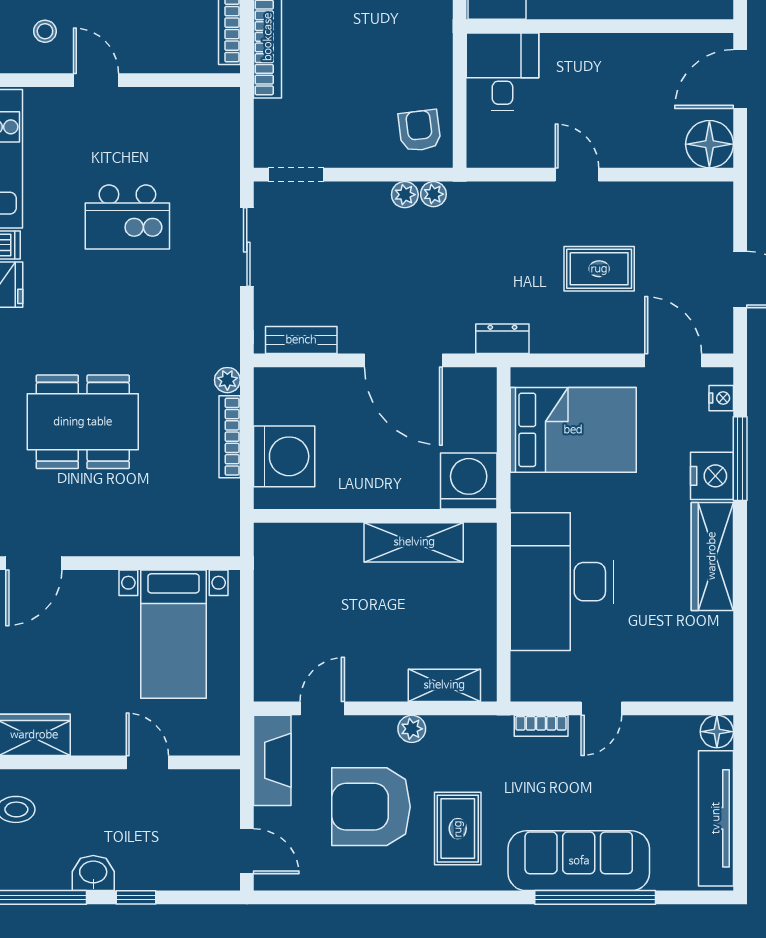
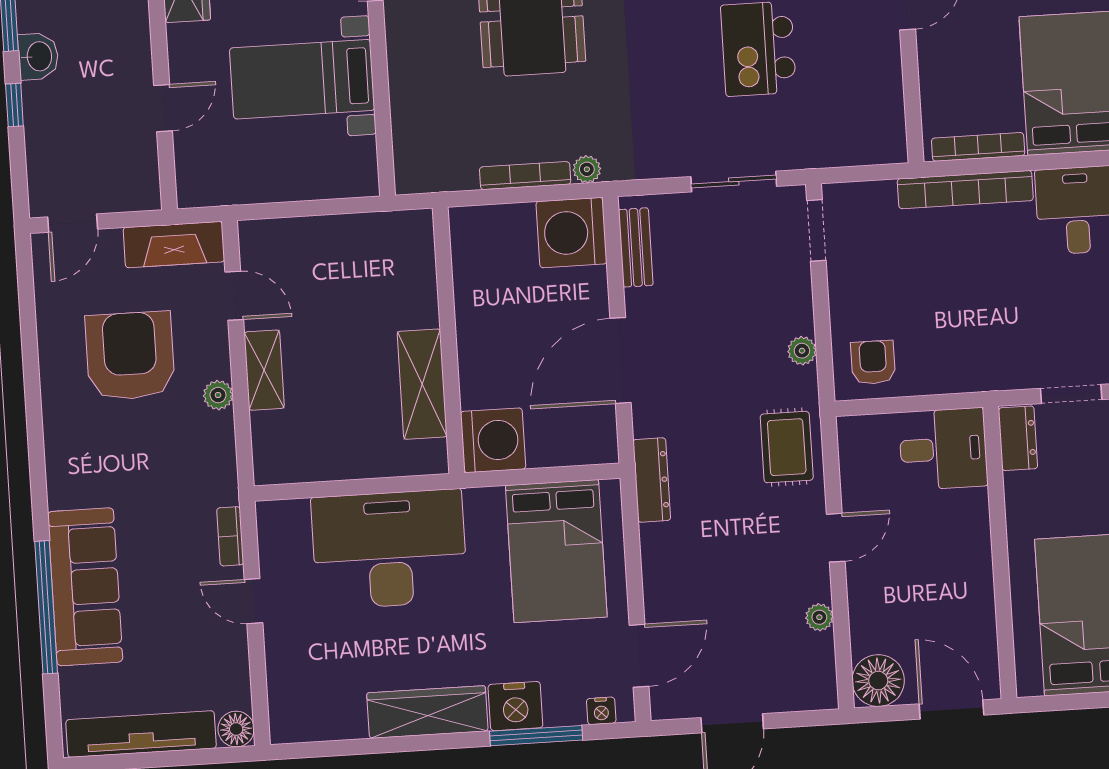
armchair: (420, 131) -> (873, 362), turned -83
plant: (433, 194) -> (819, 617), moved
rug: (599, 269) -> (787, 447), moved
dresser: (502, 339) -> (652, 480), width x1.44
washing machine: (284, 456) -> (571, 233), moved, turned 90
bed with nightstands: (173, 634) -> (302, 79), moved
shelving: (444, 685) -> (264, 370), moved
rug: (458, 829) -> (112, 452), removed

